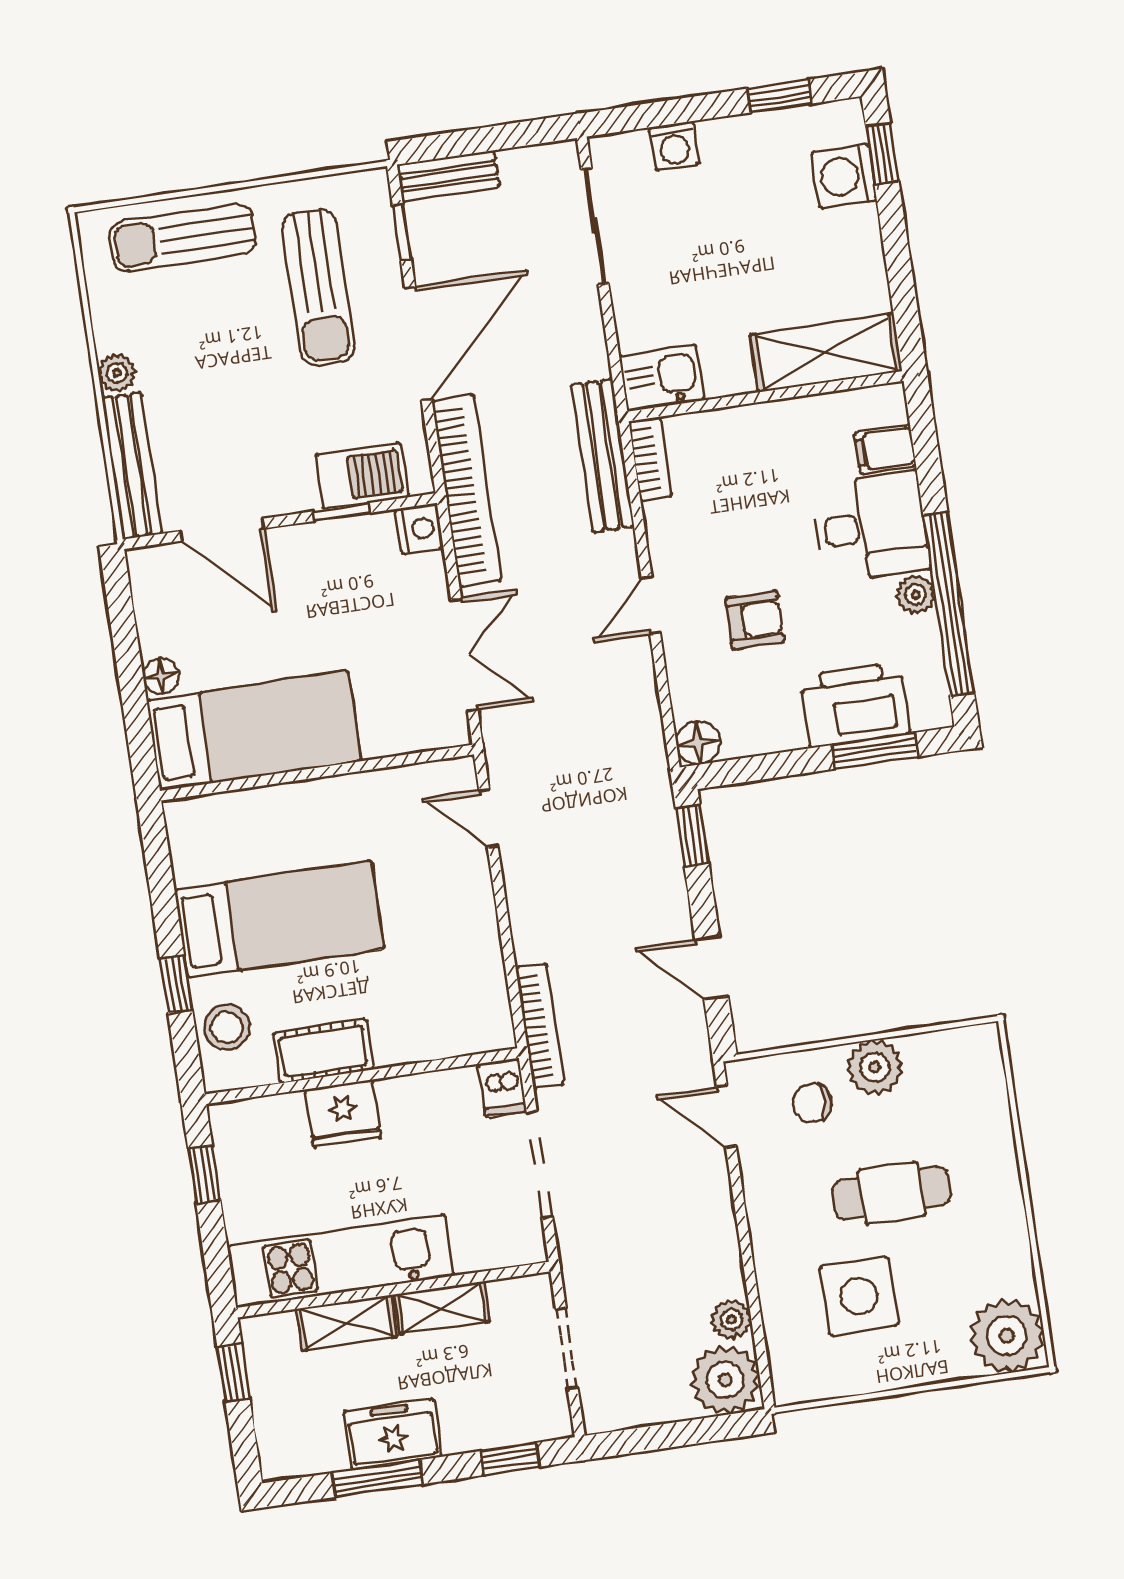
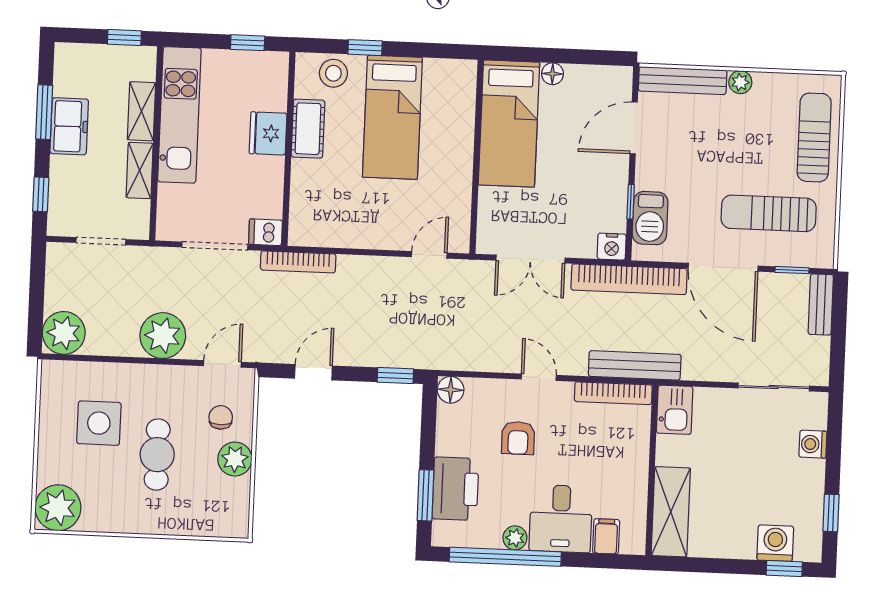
bookcase: (650, 459) -> (613, 393), width x1.56
plant: (731, 1320) -> (163, 336), moved, width x1.88, depth x1.88

